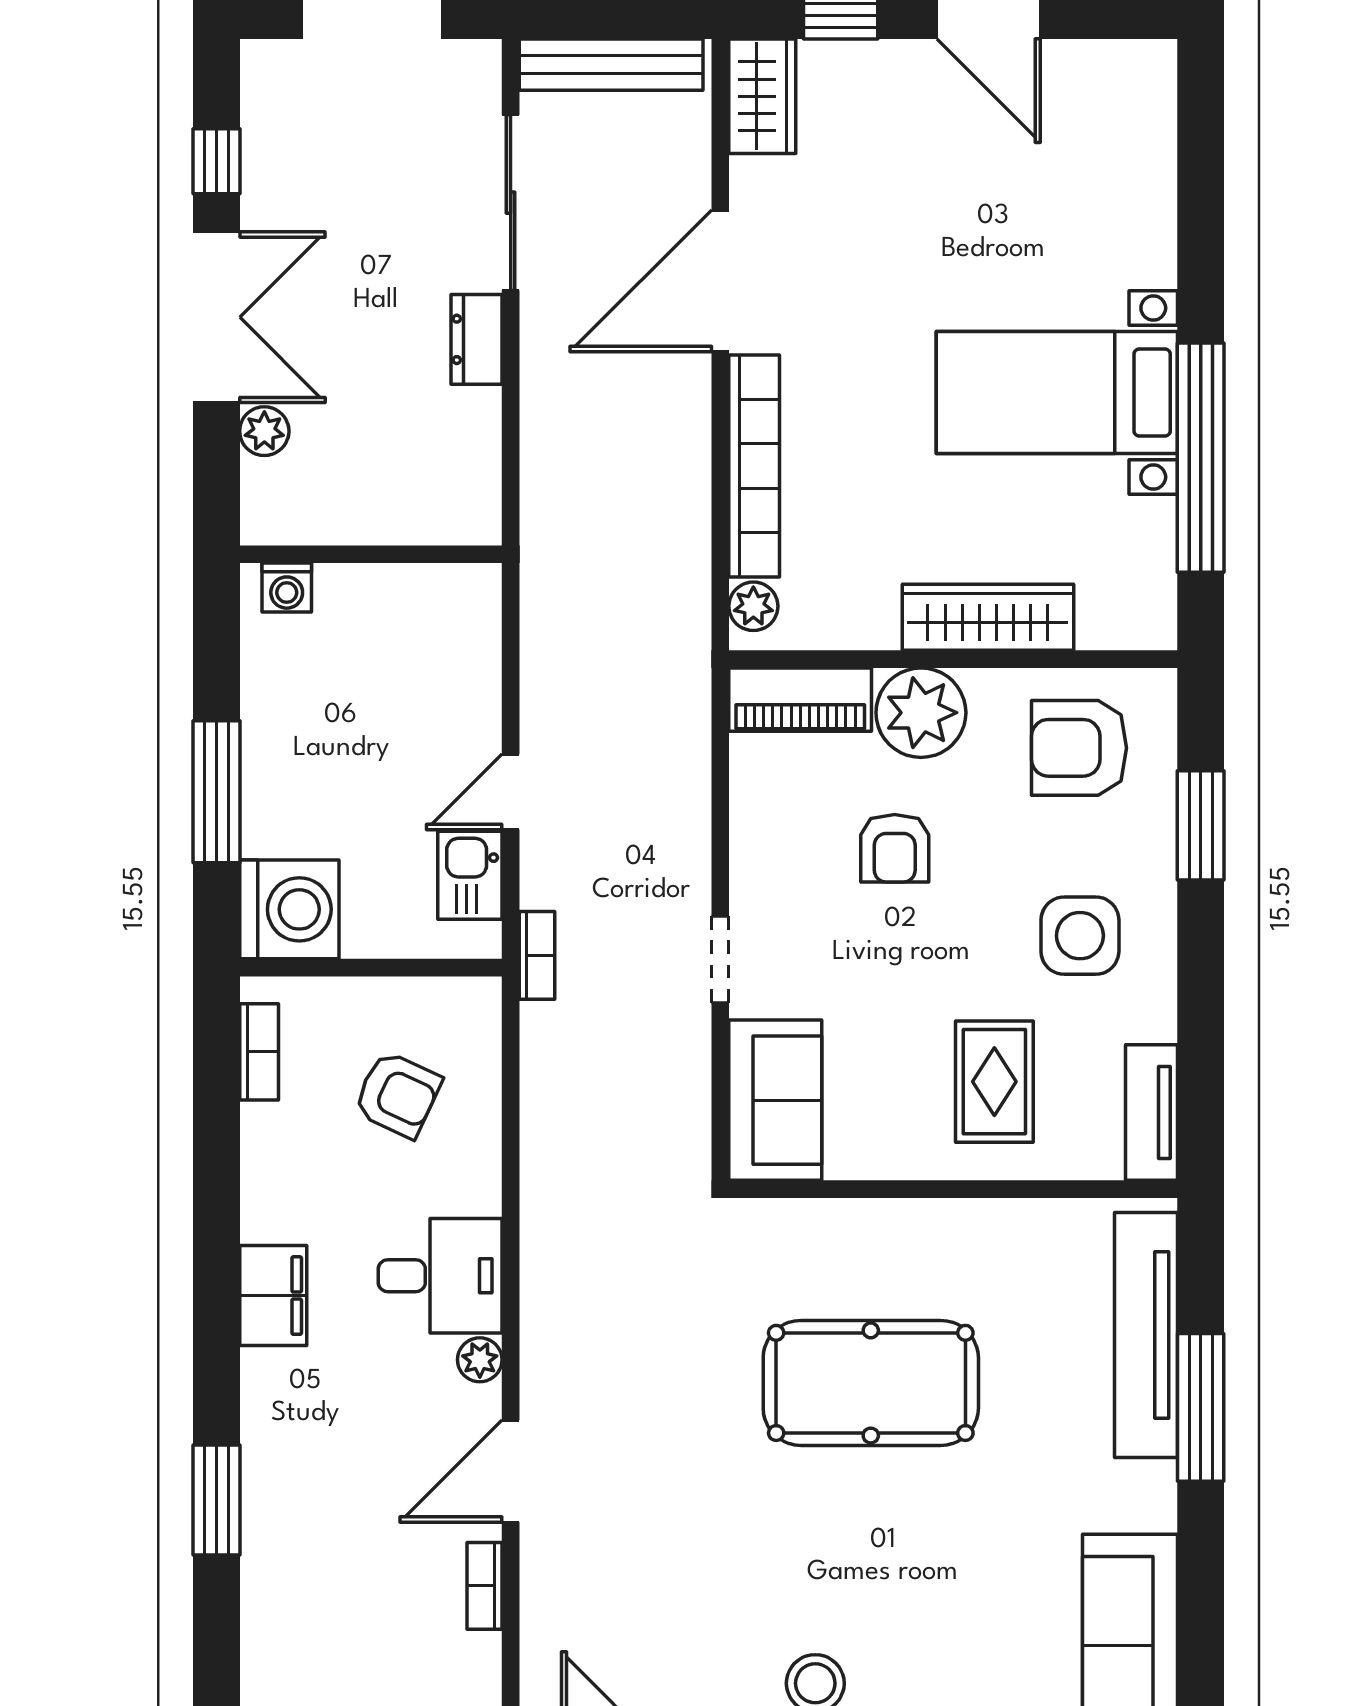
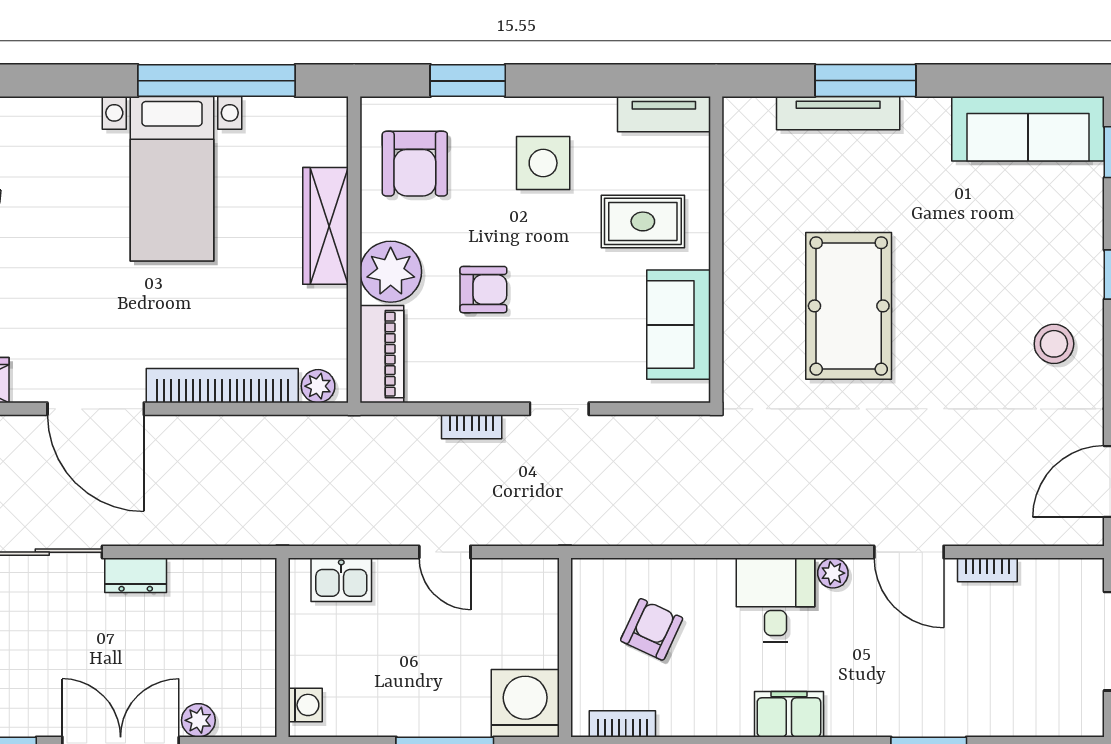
kitchen sink: (470, 875) -> (341, 580), moved
bookcase: (537, 955) -> (472, 427), moved, turned 180
sofa: (775, 1100) -> (679, 325), moved, turned -90
tv unit: (1146, 1335) -> (838, 113), width x0.73, depth x0.78

